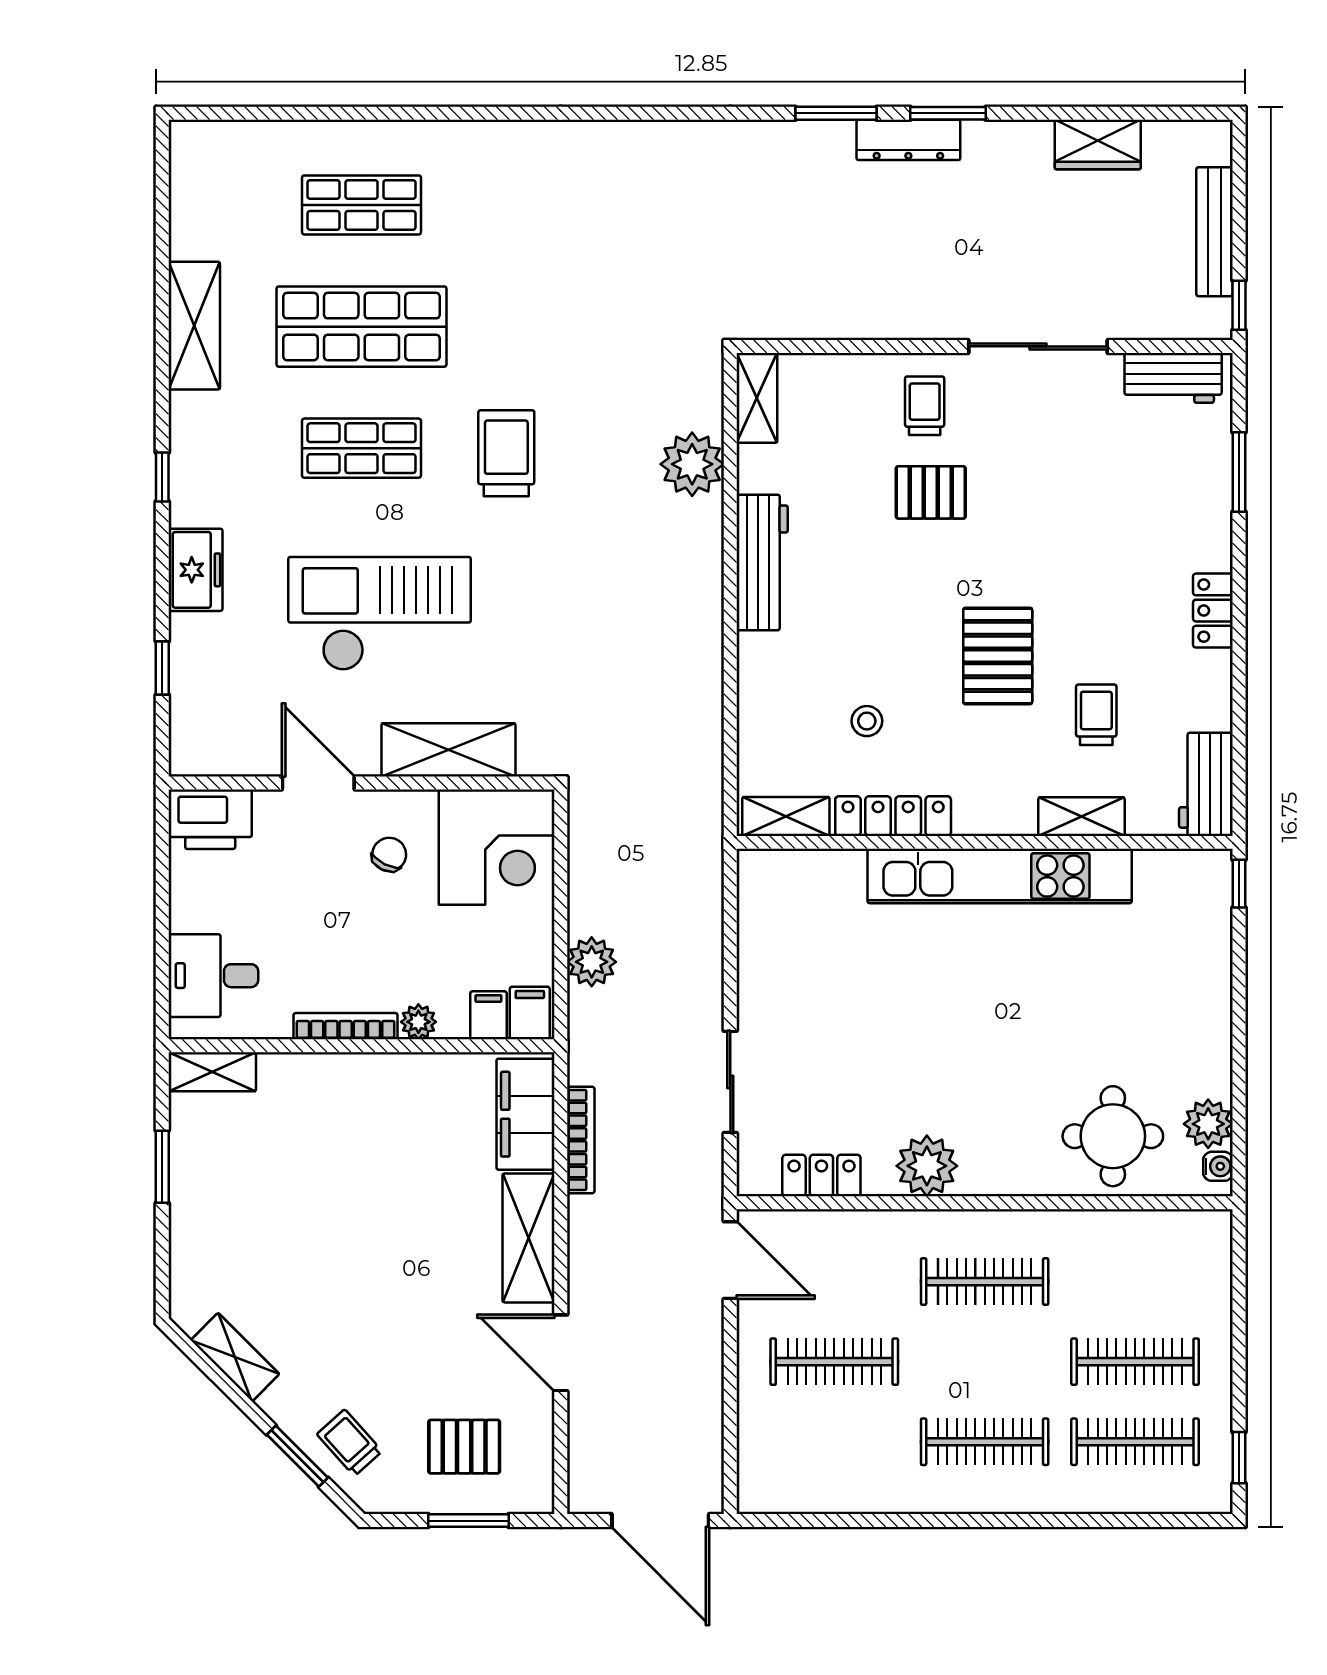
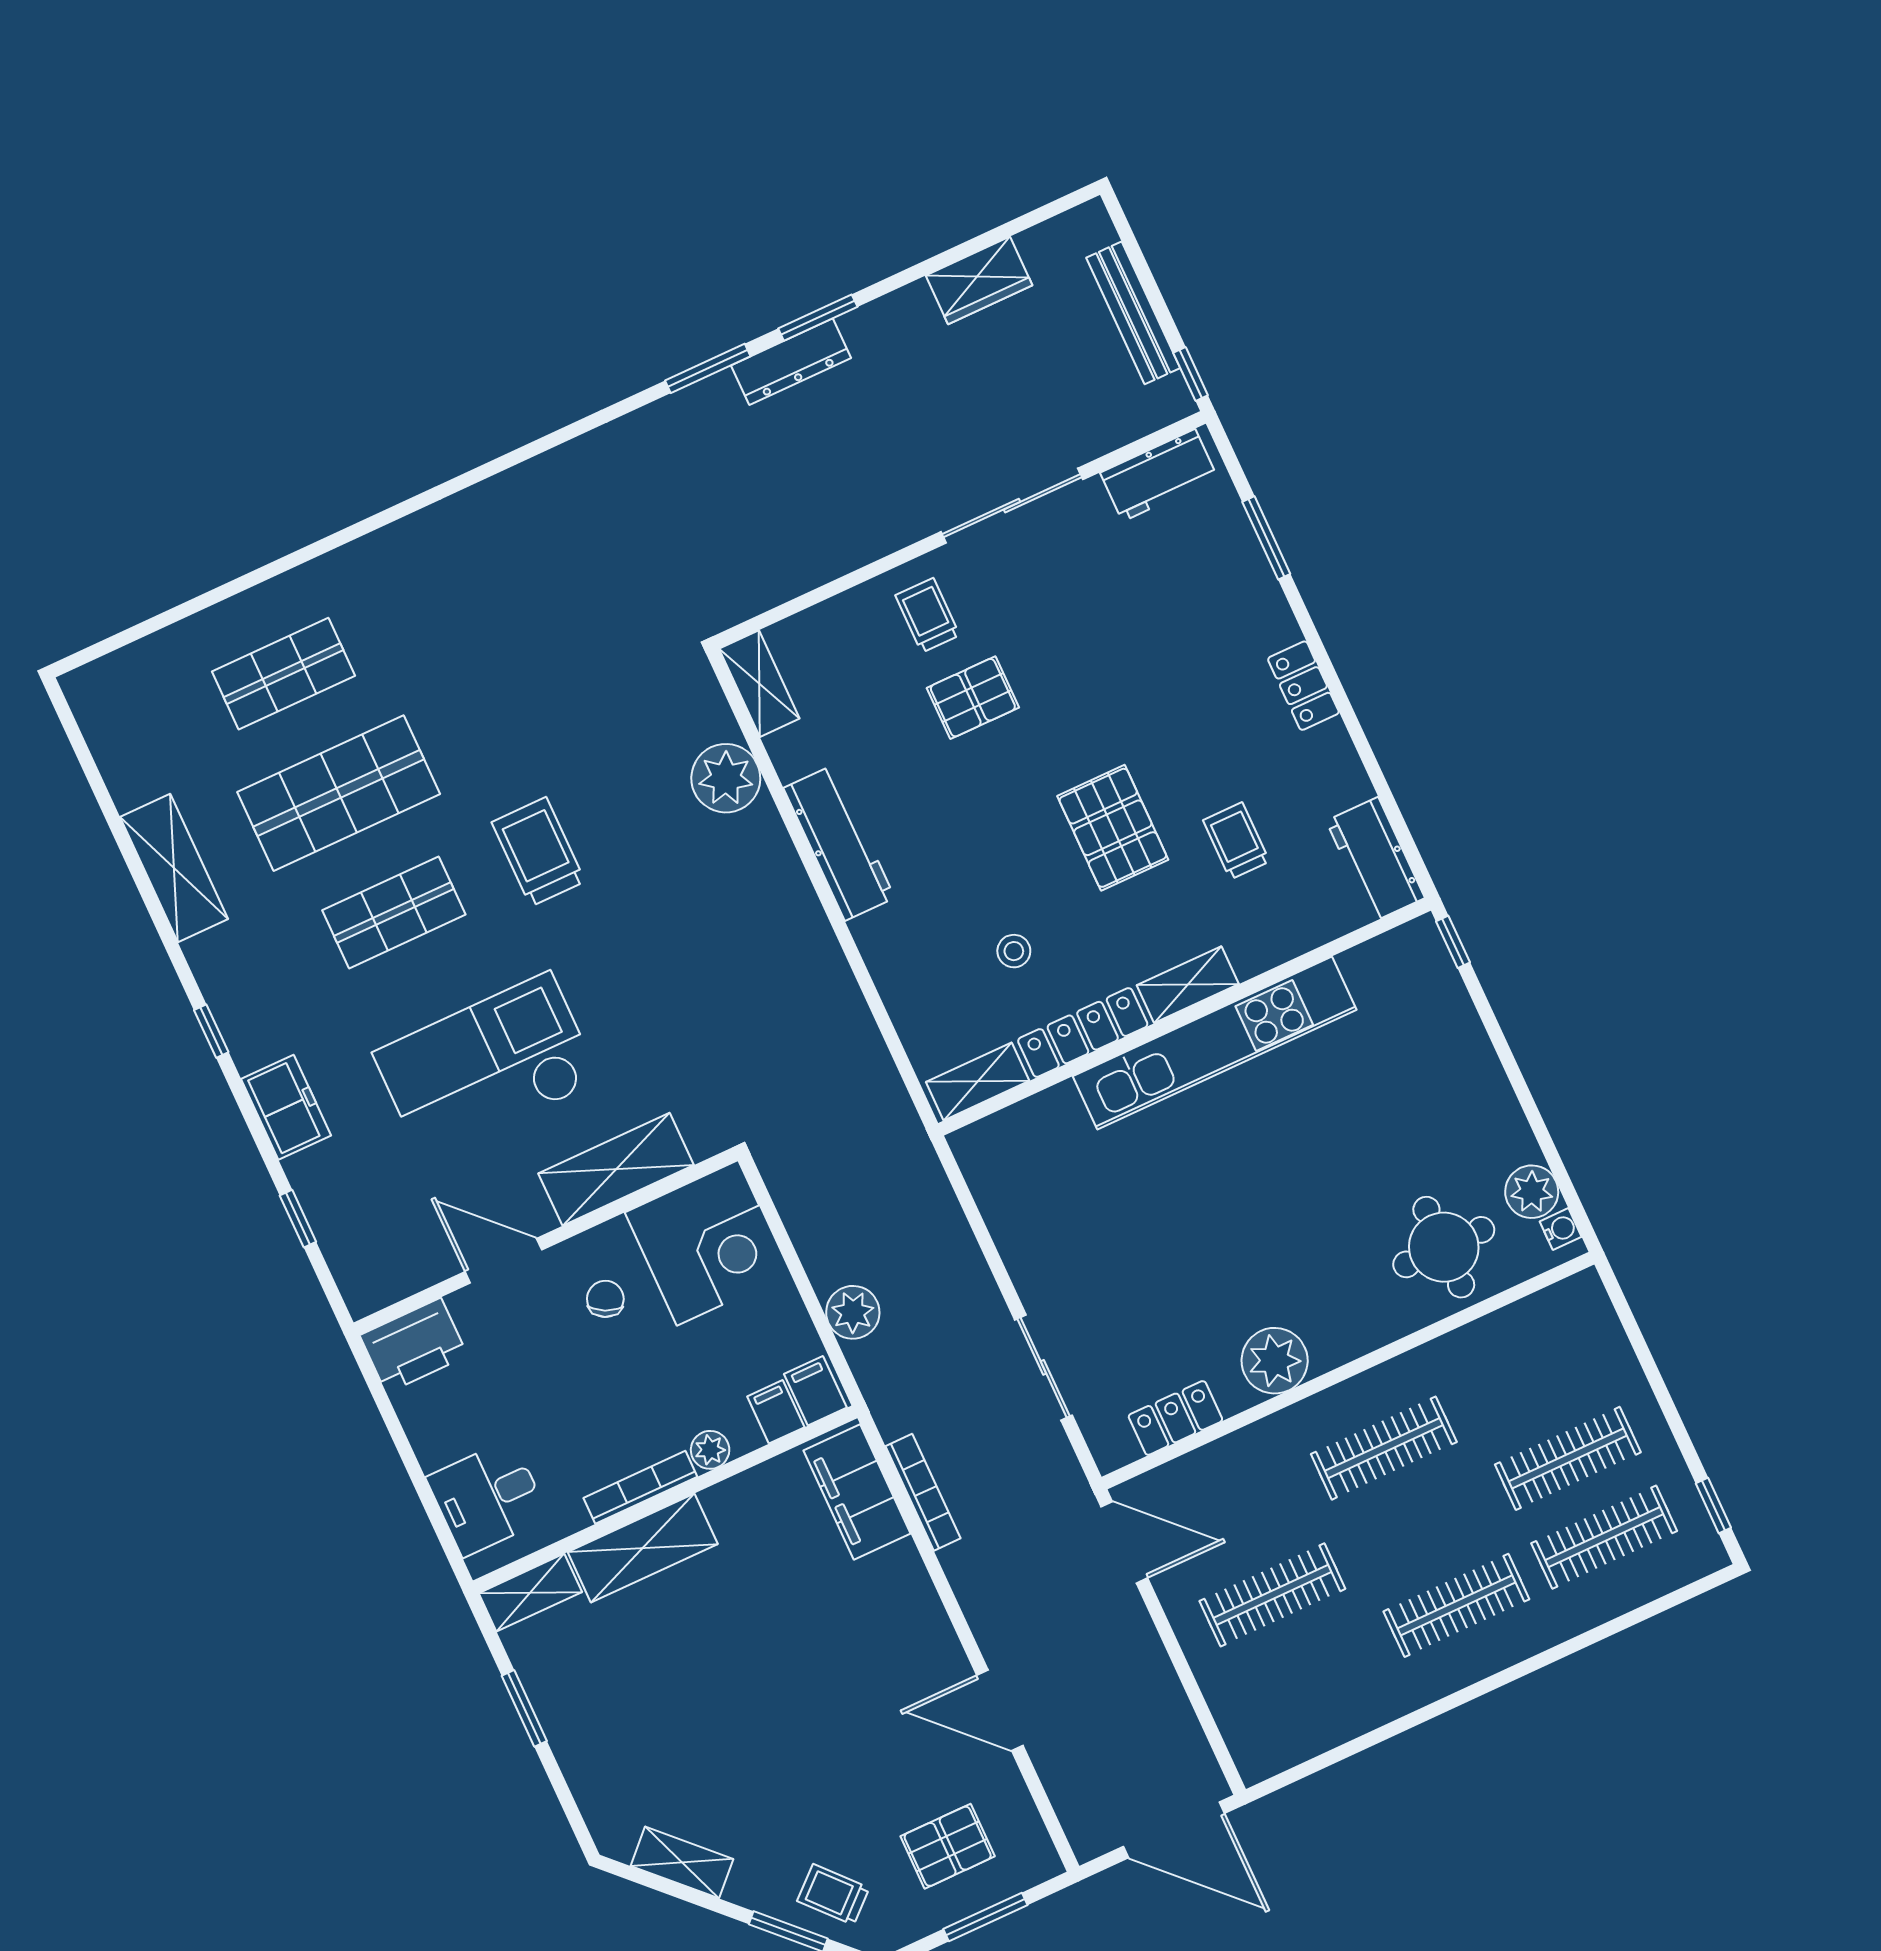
shelving: (1081, 817) -> (1188, 985), moved
shelving: (529, 1238) -> (643, 1548), moved, turned 90

